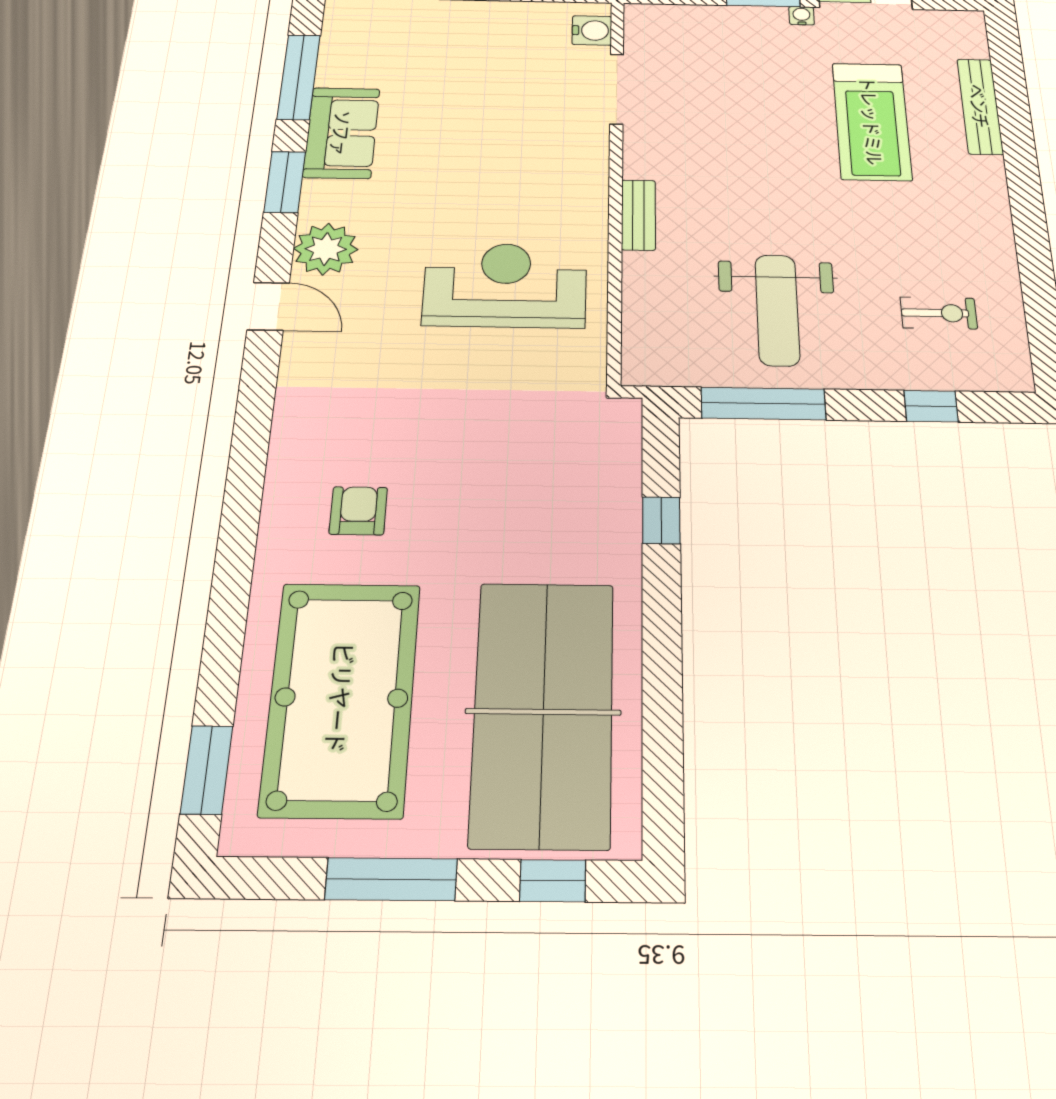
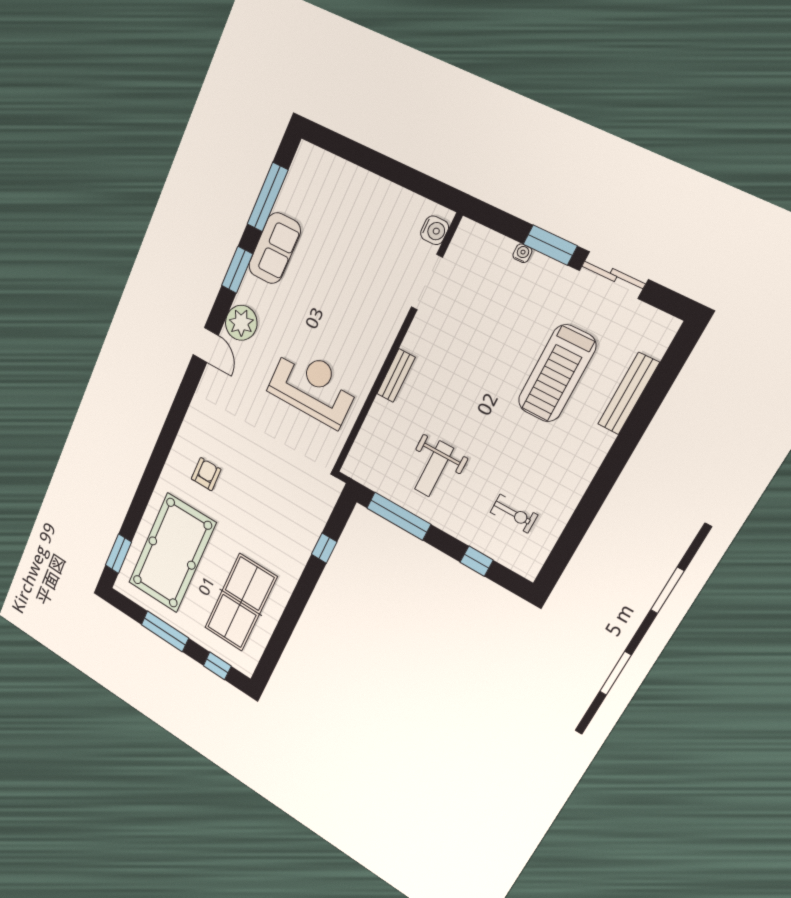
water cooler: (802, 16) -> (522, 253), moved
weight bench: (777, 310) -> (434, 469), width x0.73, depth x0.75
table tennis table: (543, 712) -> (241, 602), width x0.73, depth x0.76

